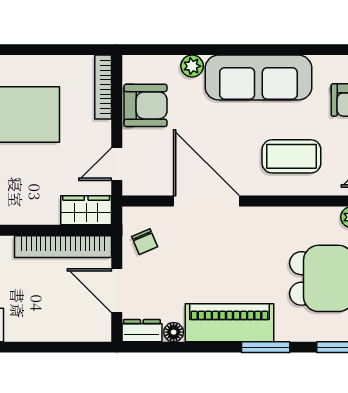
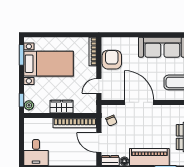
plant: (192, 66) -> (133, 42), removed
armchair: (146, 105) -> (112, 60), turned -90
wardrobe: (86, 210) -> (61, 107), moved

